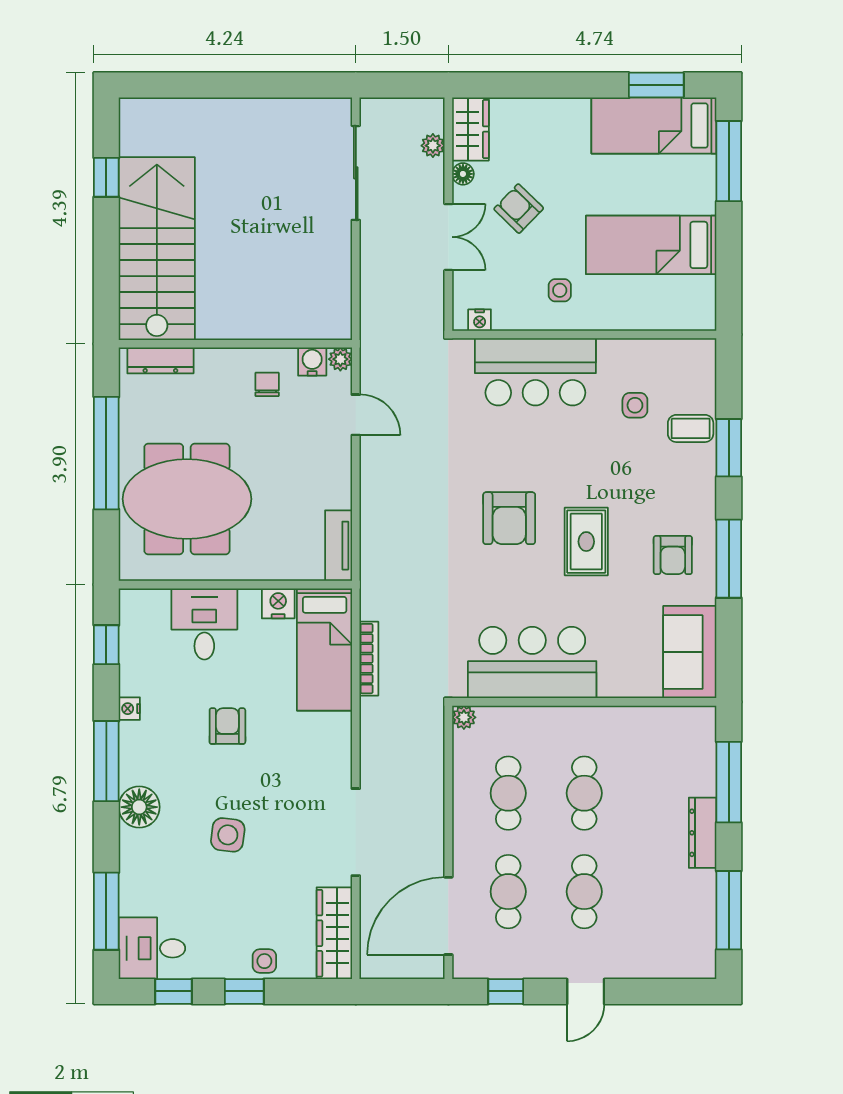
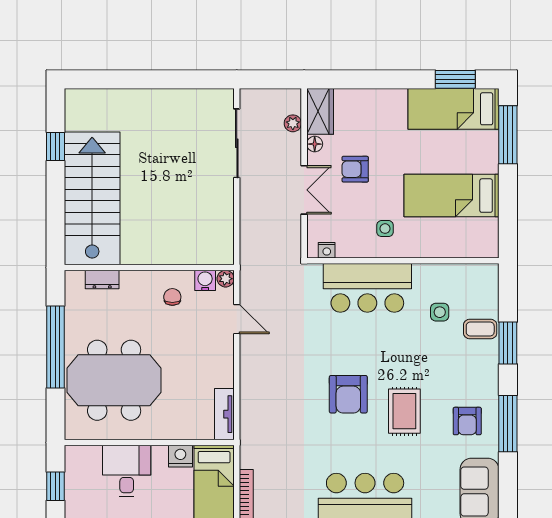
armchair: (519, 209) -> (355, 169), turned -44
dresser: (160, 360) -> (102, 280), width x0.70

